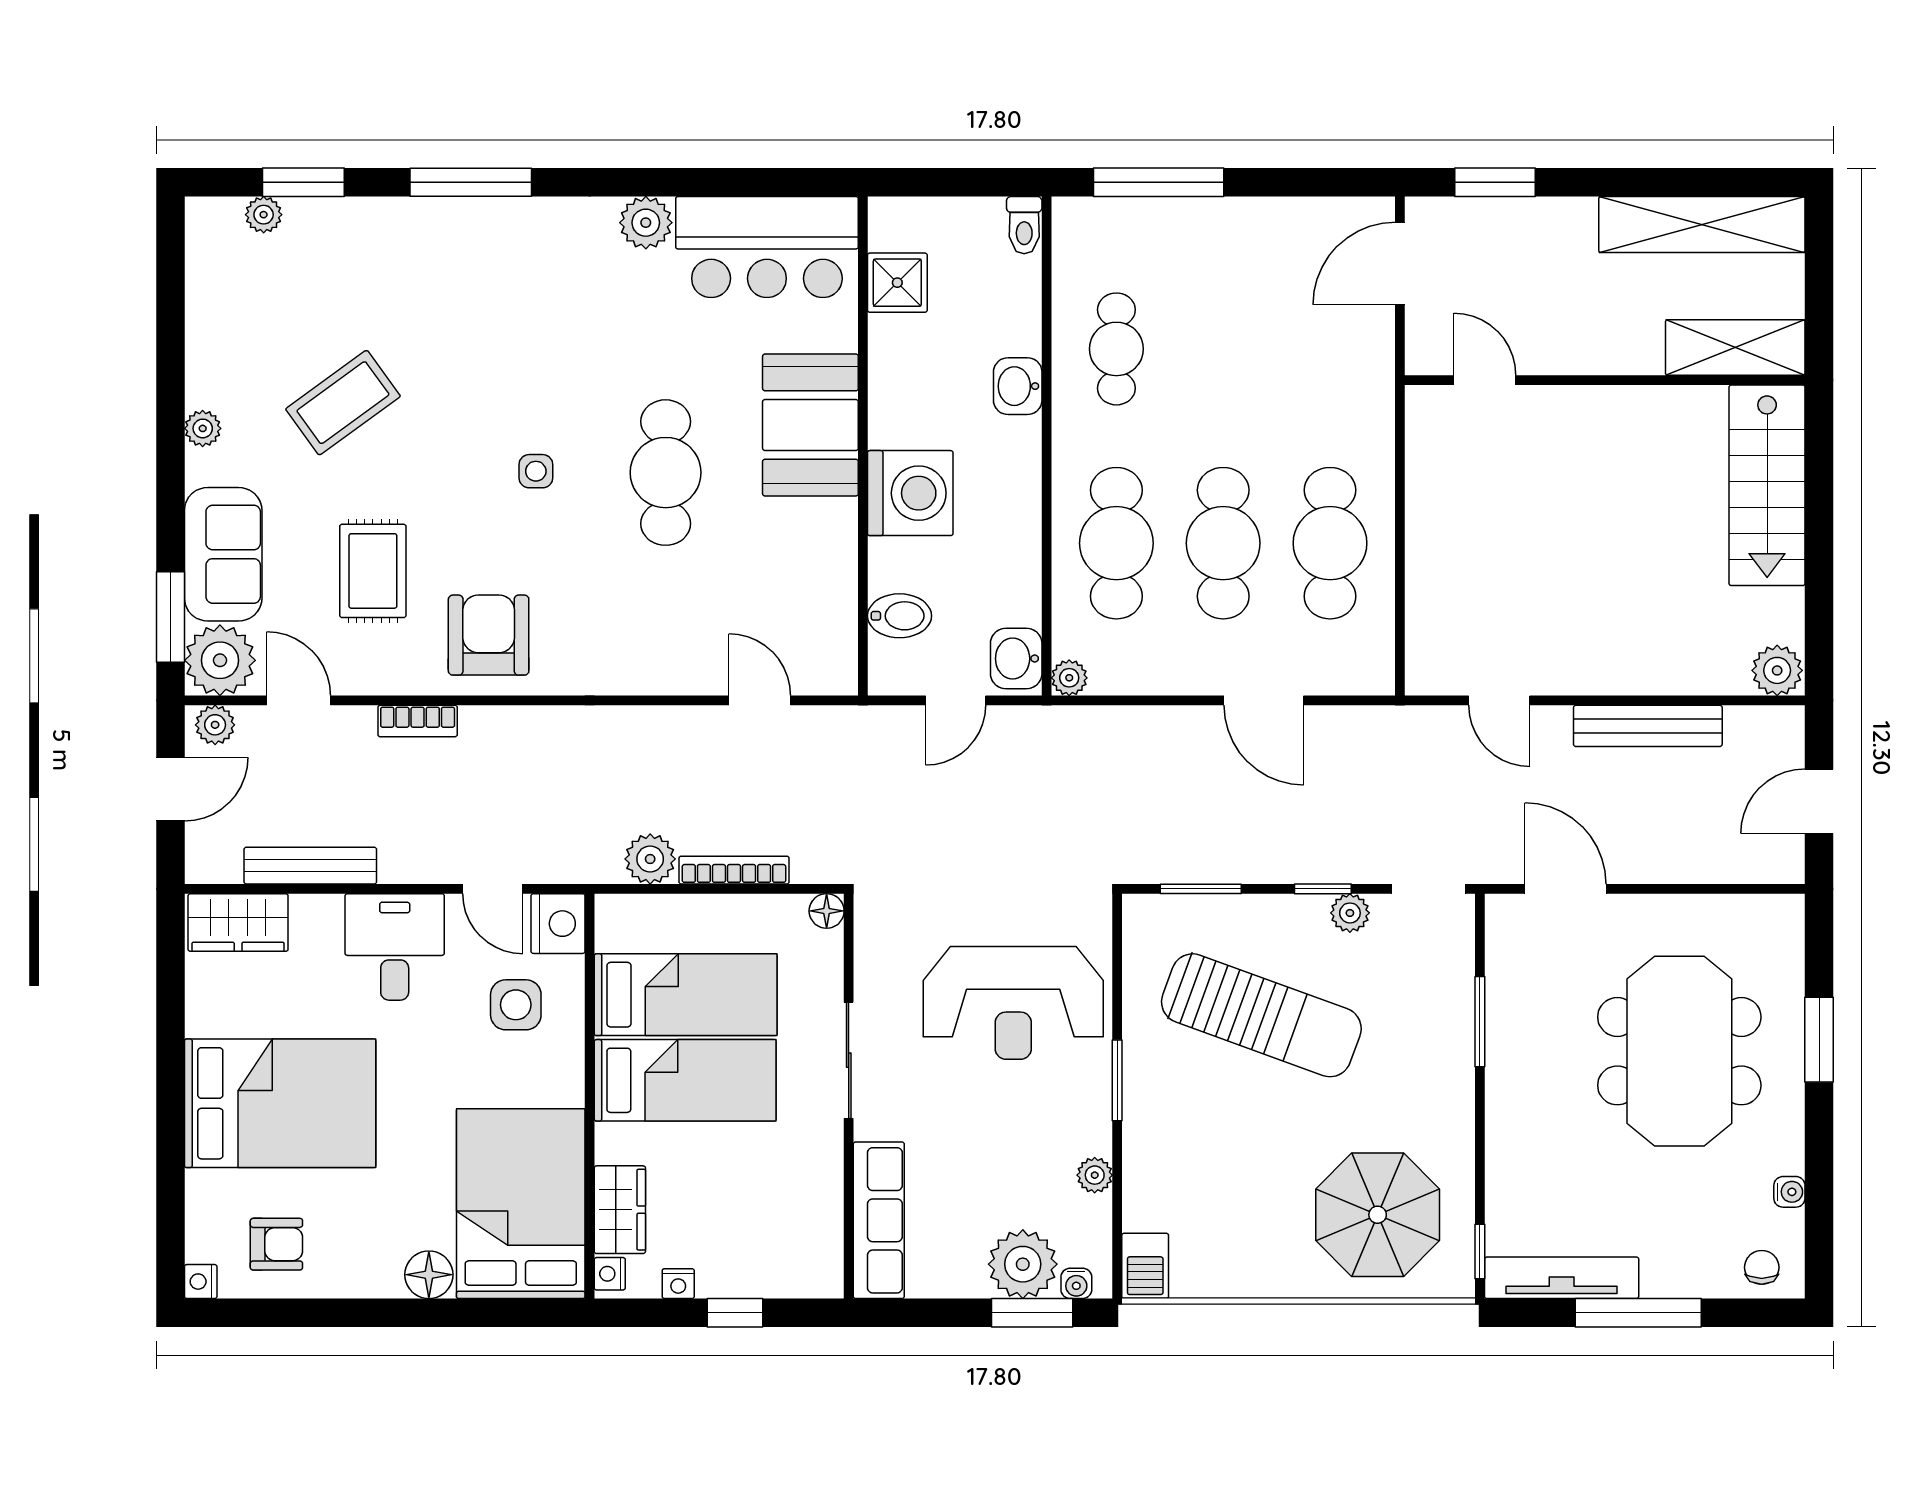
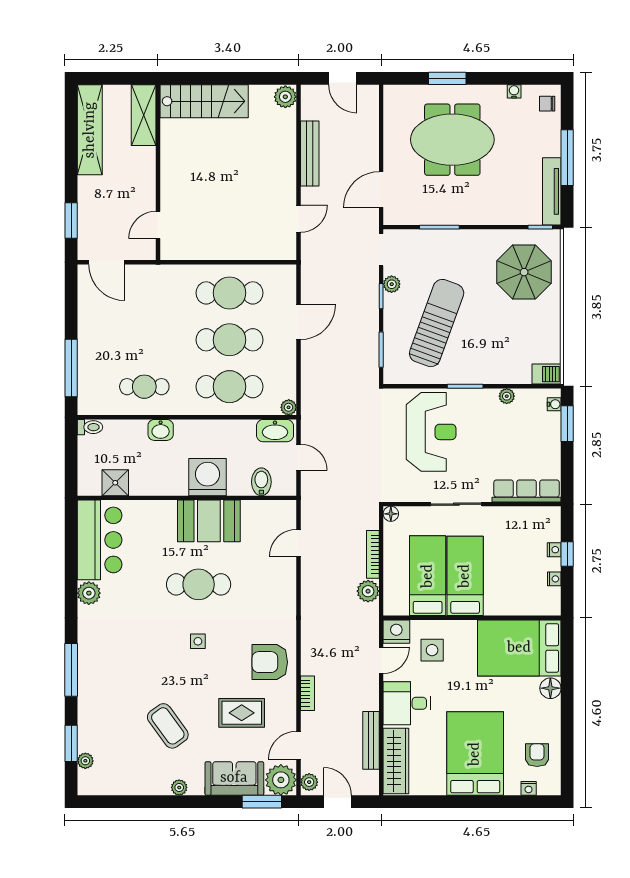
booth: (810, 425) -> (209, 521), moved
washbasin: (1016, 659) -> (275, 431), width x1.38
wardrobe: (238, 923) -> (396, 761), width x1.50
wardrobe: (620, 1210) -> (522, 604), removed
plant: (1023, 1264) -> (546, 428), removed
nightstand: (610, 1274) -> (554, 550), moved, turned -90
nightstand: (201, 1282) -> (529, 788), moved

